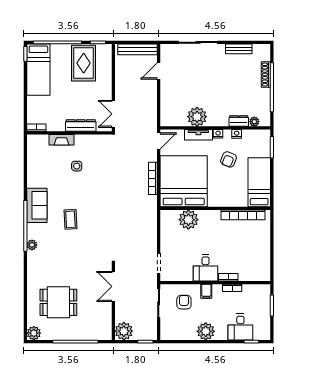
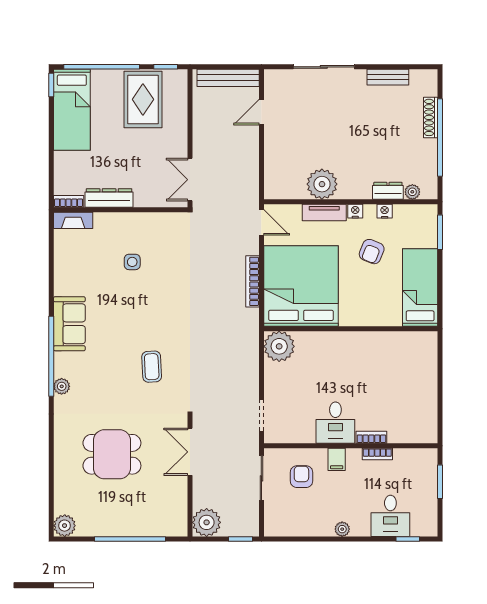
dresser: (81, 125) -> (109, 198), moved
fireplace: (61, 140) -> (73, 220), moved
door: (159, 141) -> (261, 222), hinge flipped
bookcase: (243, 215) -> (395, 339), removed
coffee table: (70, 219) -> (152, 367), moved
plant: (188, 220) -> (279, 346), moved
dining table: (58, 302) -> (112, 454), moved
plant: (206, 331) -> (342, 529), width x0.53, depth x0.53

